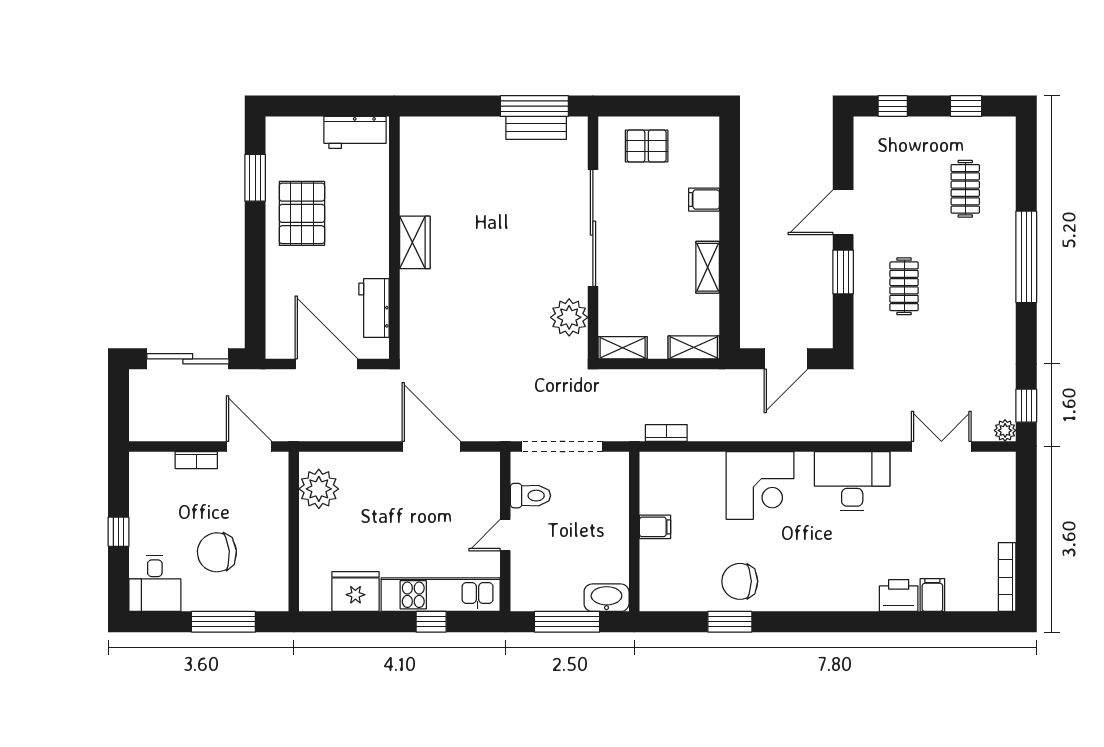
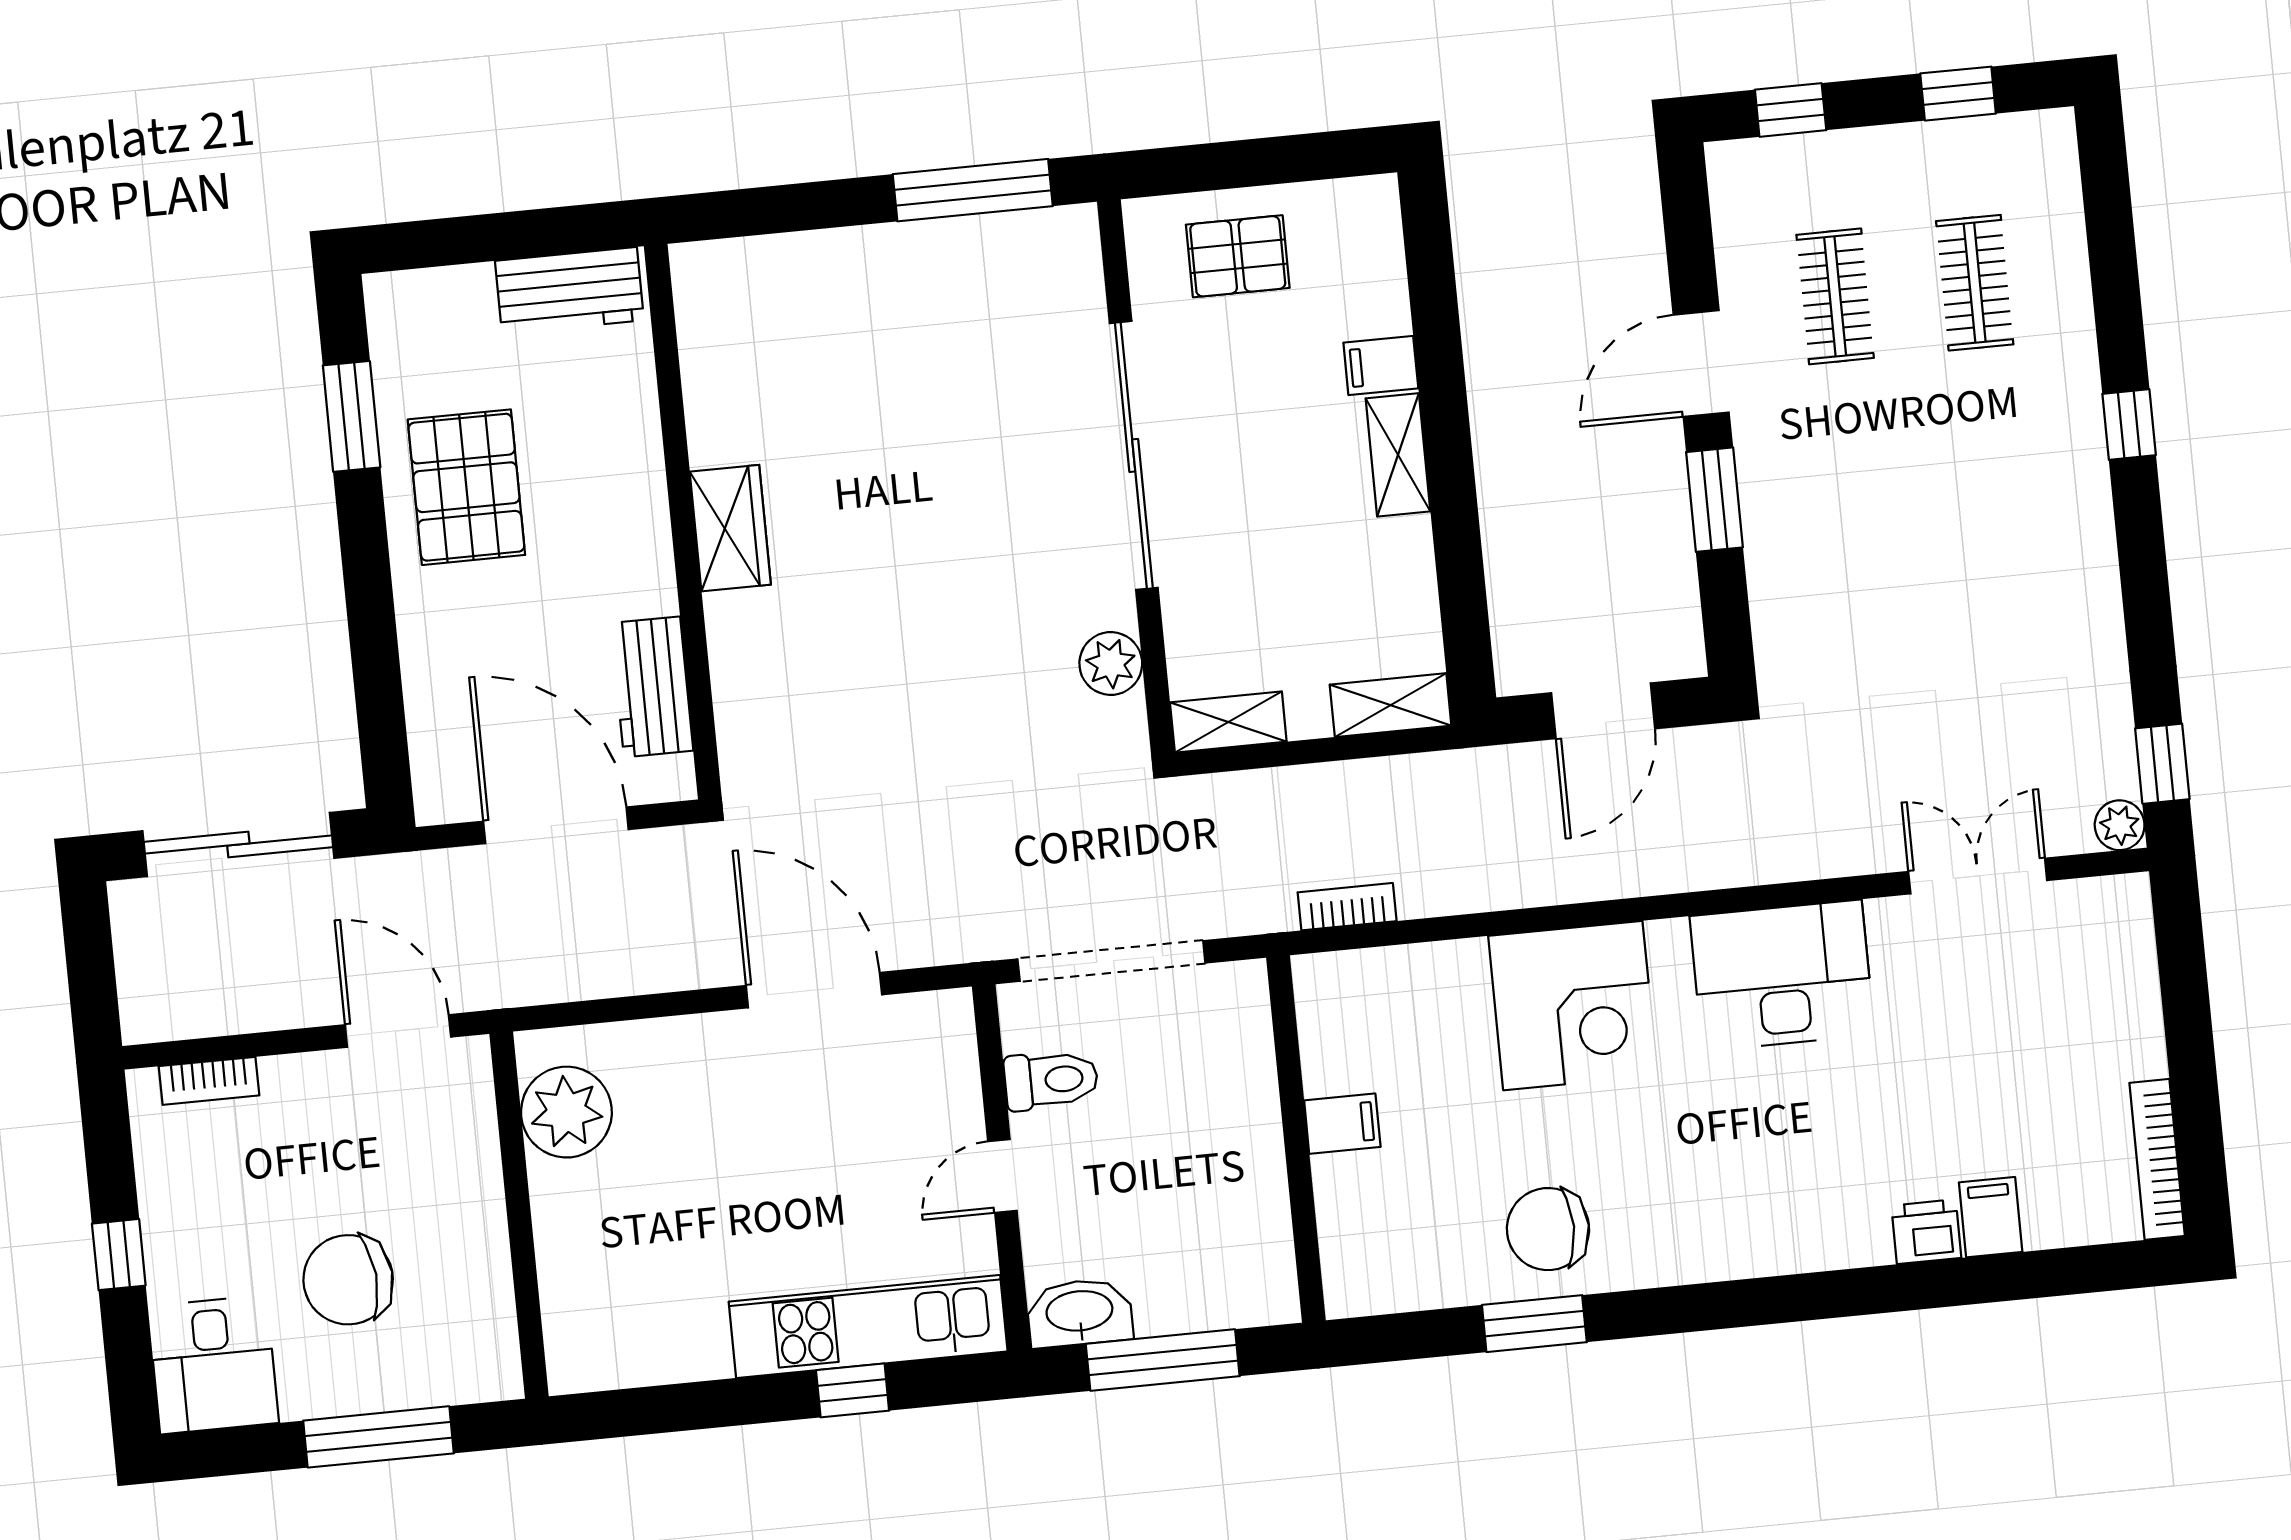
bench: (536, 128) -> (982, 240), removed
window: (1026, 257) -> (2129, 424), width x0.32
shelving: (708, 267) -> (1398, 455), moved
clothes rail: (904, 286) -> (1835, 296), moved
plant: (569, 317) -> (1111, 664), width x0.73, depth x0.73
bookcase: (196, 460) -> (209, 1081), moved
fridge: (355, 592) -> (673, 1338), removed
printer: (899, 596) -> (1926, 1232), width x0.73, depth x0.81
washbasin: (607, 598) -> (1080, 1313), moved

